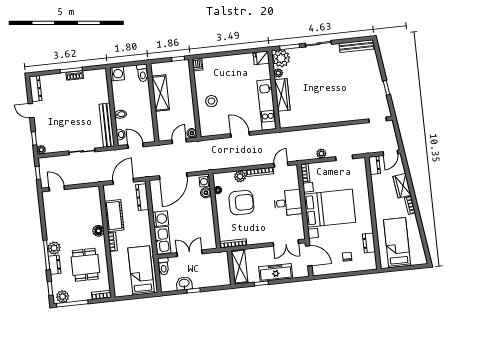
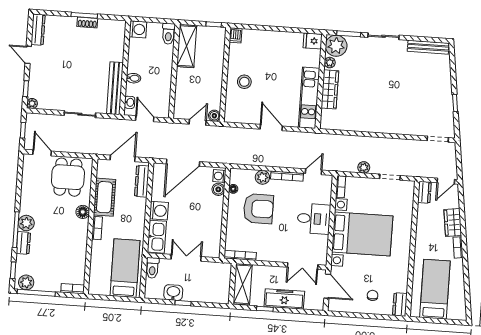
shelving: (161, 93) -> (187, 46), moved
dresser: (369, 243) -> (400, 304), moved
dining table: (85, 265) -> (68, 177), moved

